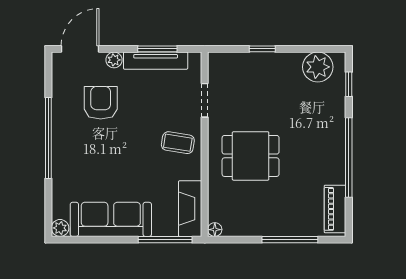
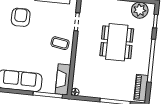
dining table: (251, 156) -> (117, 42), moved, width x1.38

